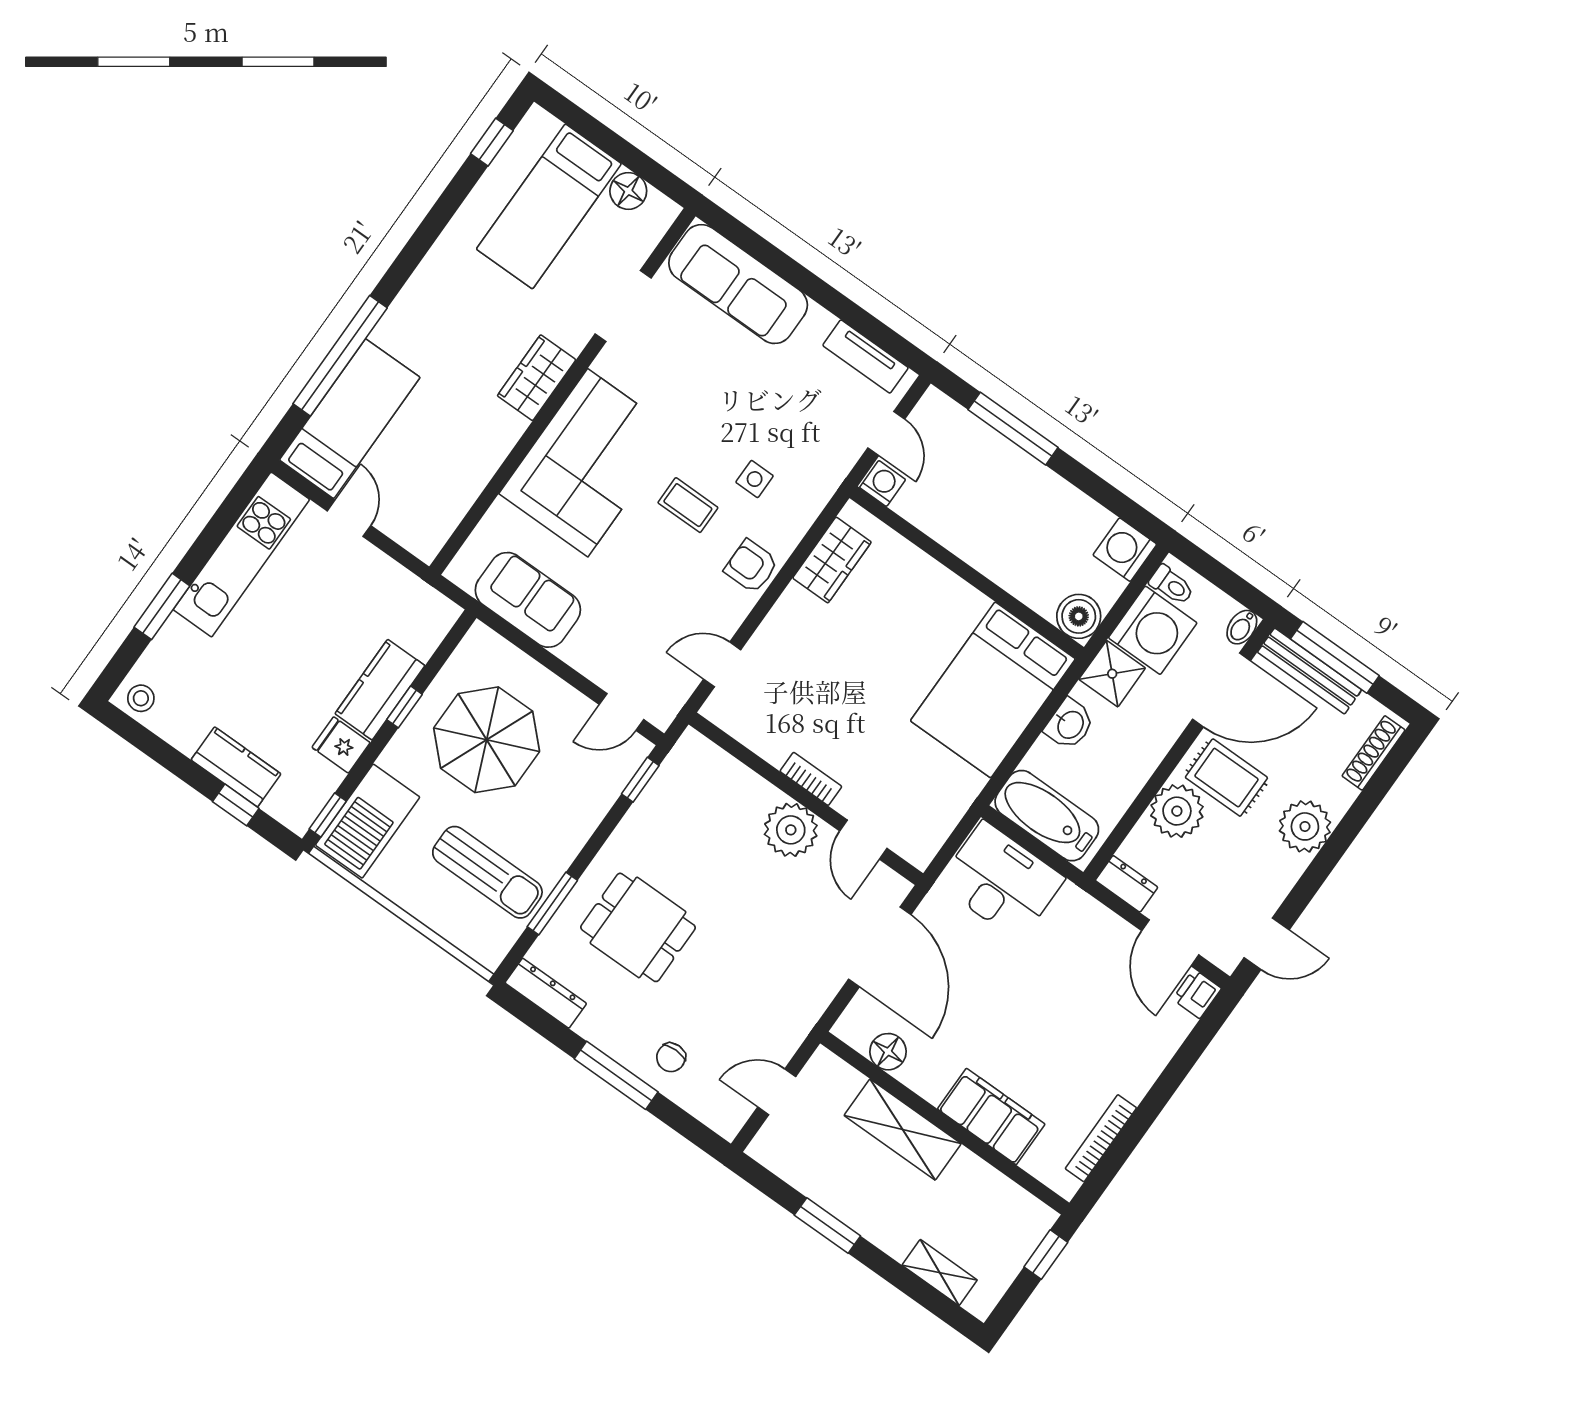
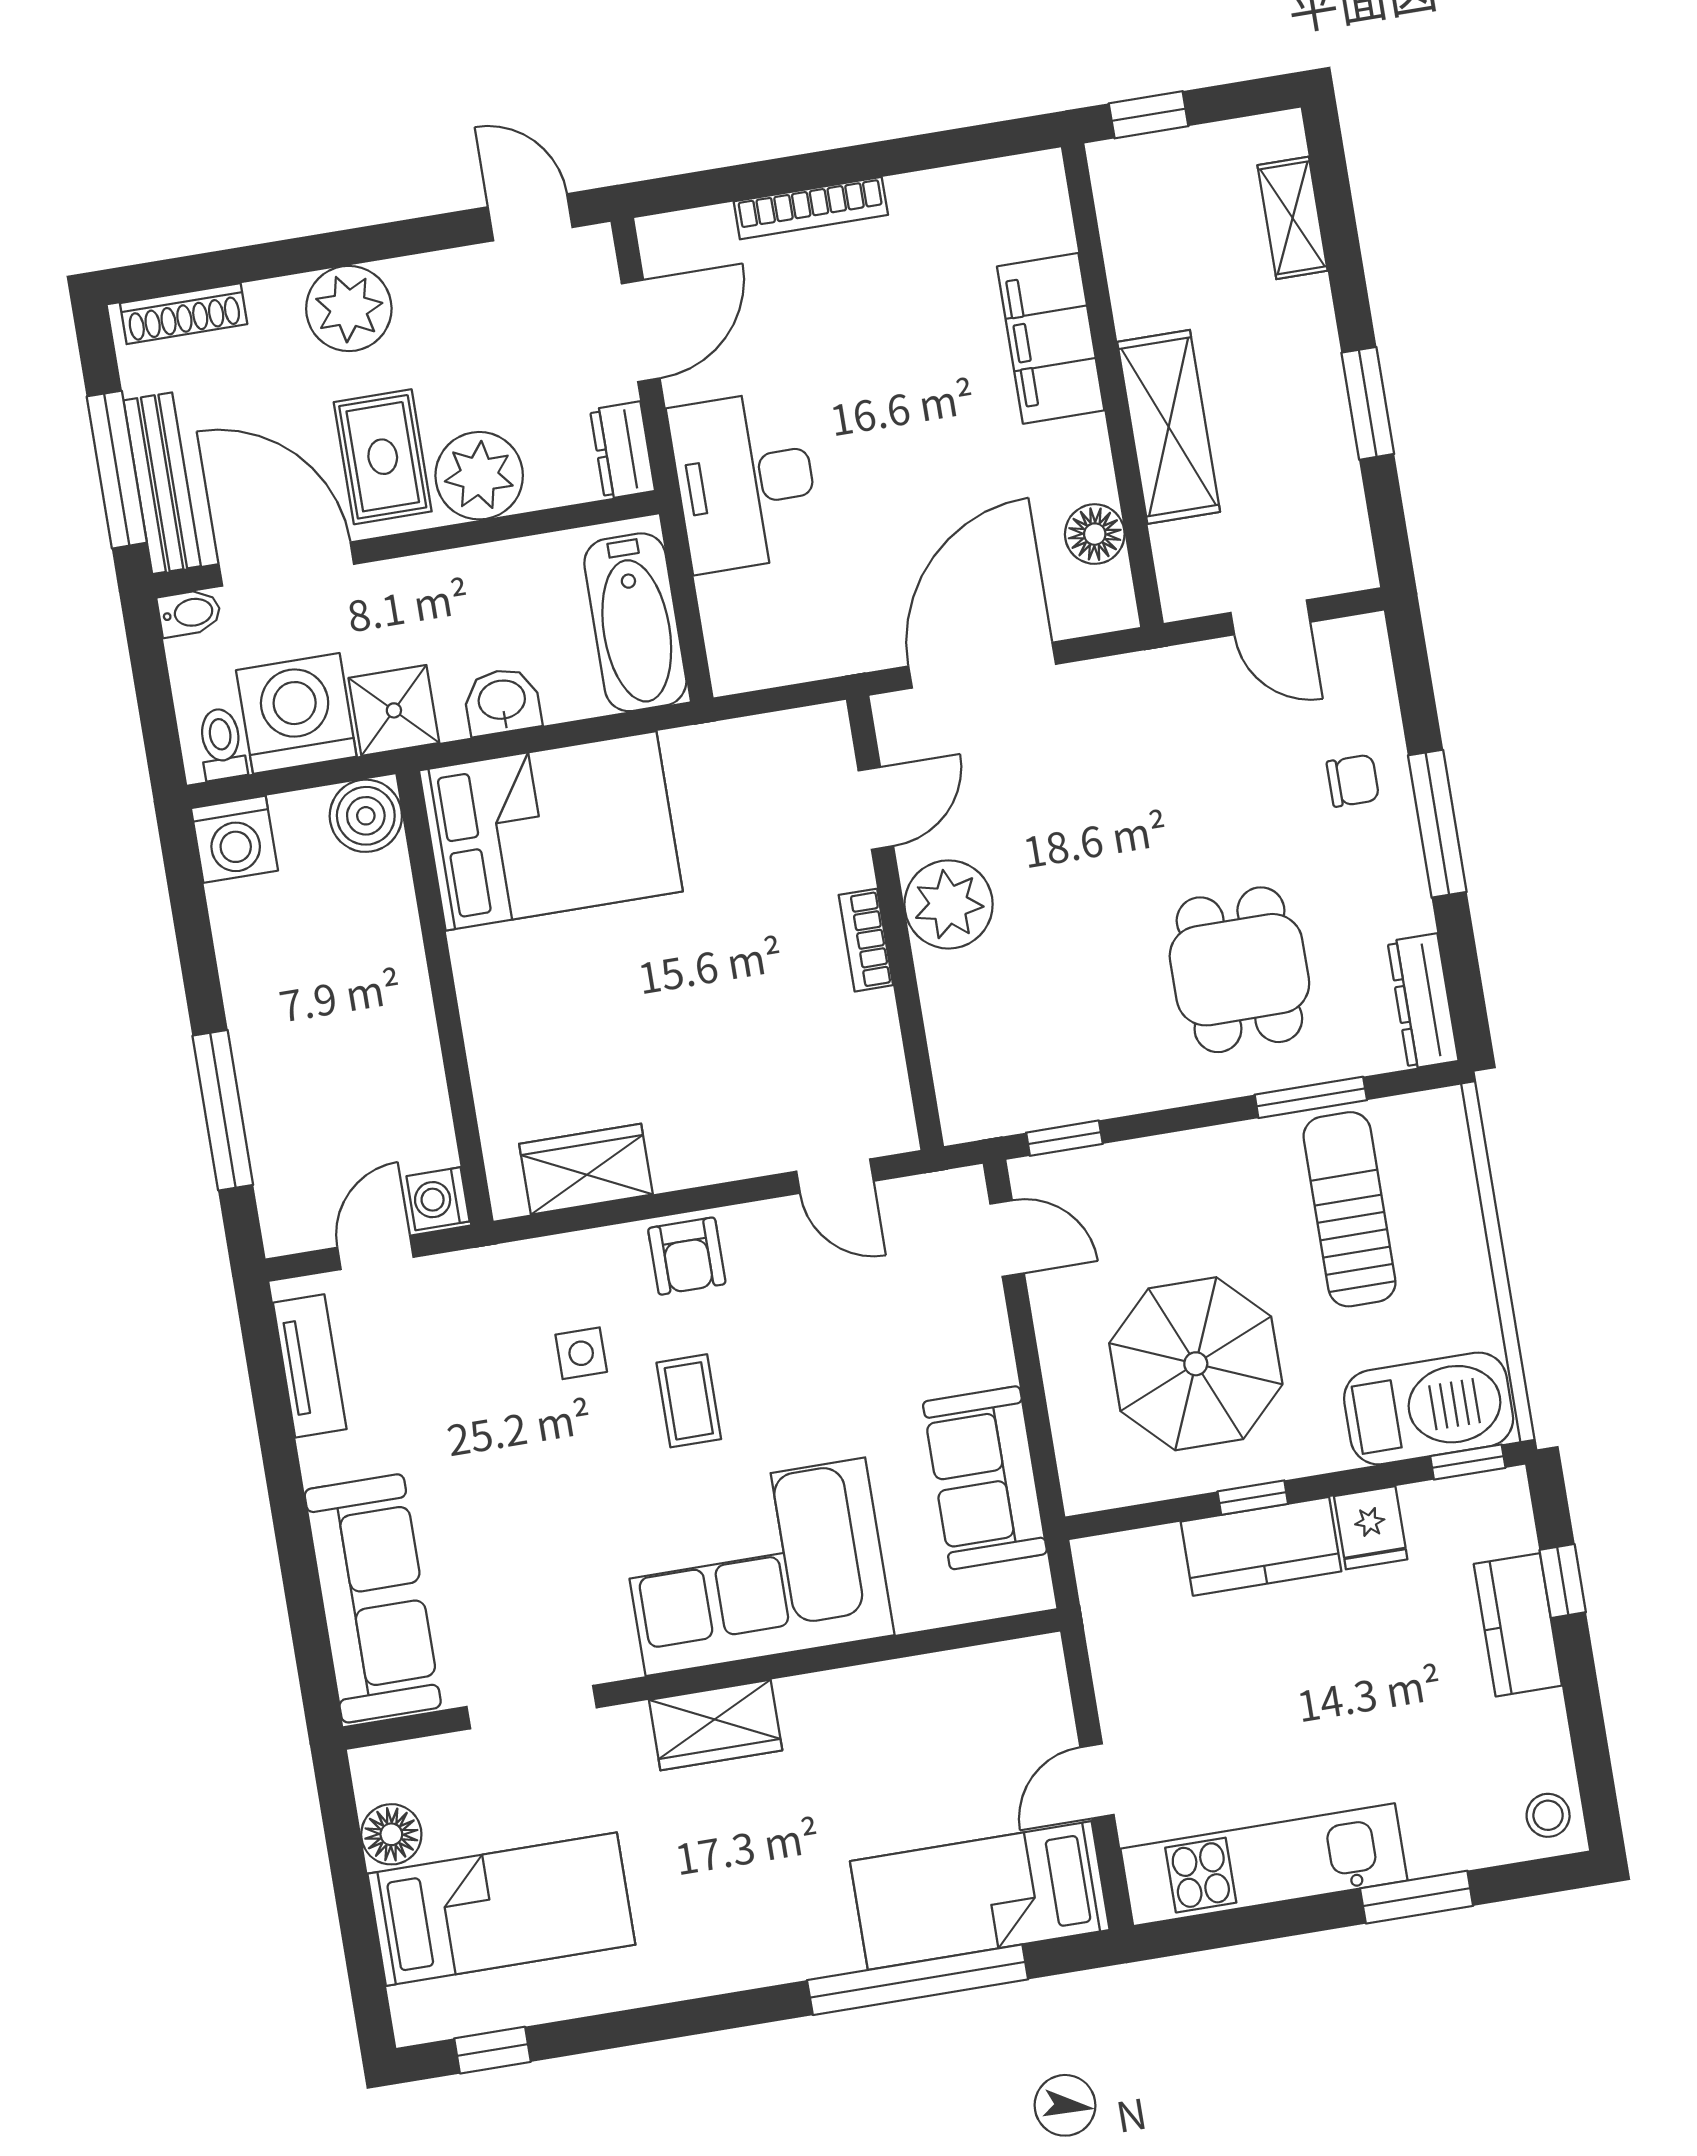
desk: (1001, 881) -> (745, 481), moved
printer: (1197, 994) -> (669, 241), removed
bookcase: (1101, 1138) -> (811, 208), moved

